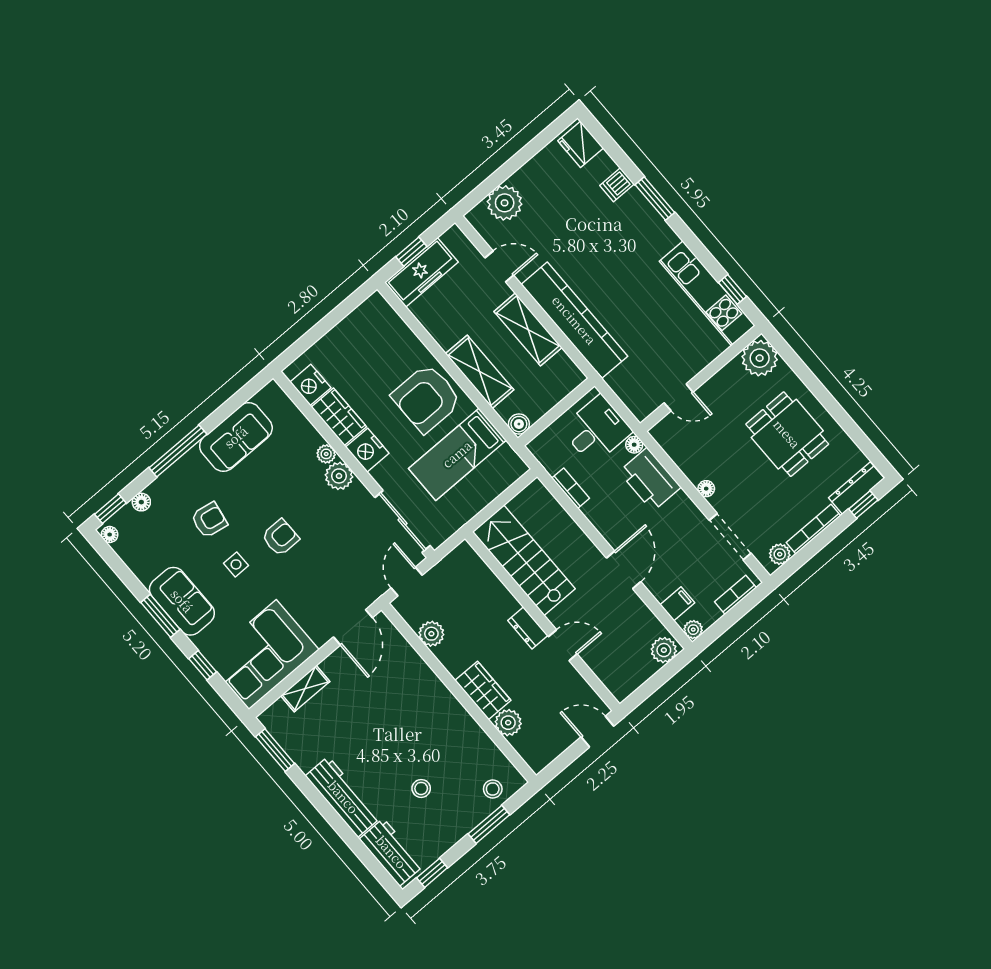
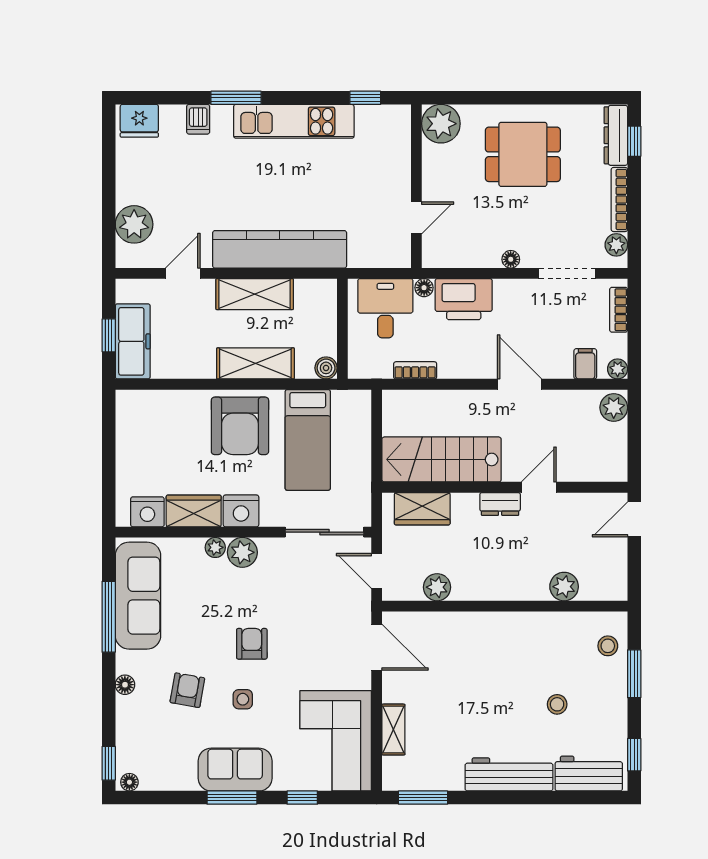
kitchen unit: (707, 293) -> (294, 121), moved
sofa: (236, 437) -> (138, 596), width x1.36
window: (178, 451) -> (109, 617), moved
floor lamp: (141, 502) -> (125, 685), moved
wardrobe: (483, 690) -> (422, 509), moved, turned 180

